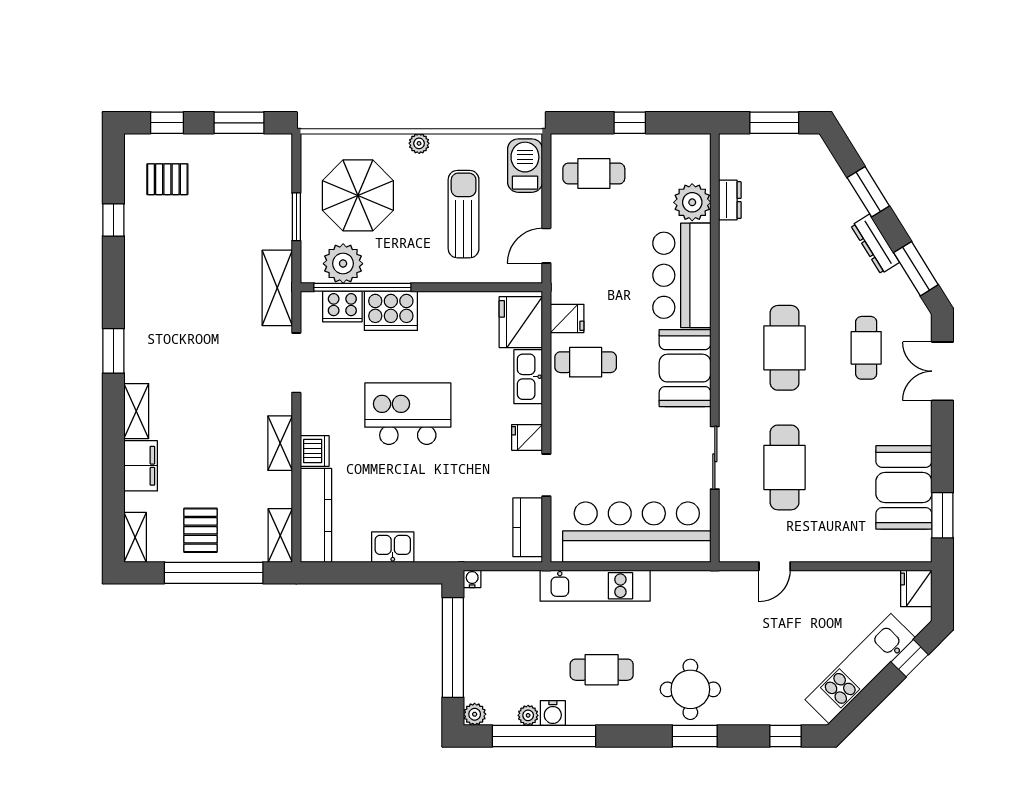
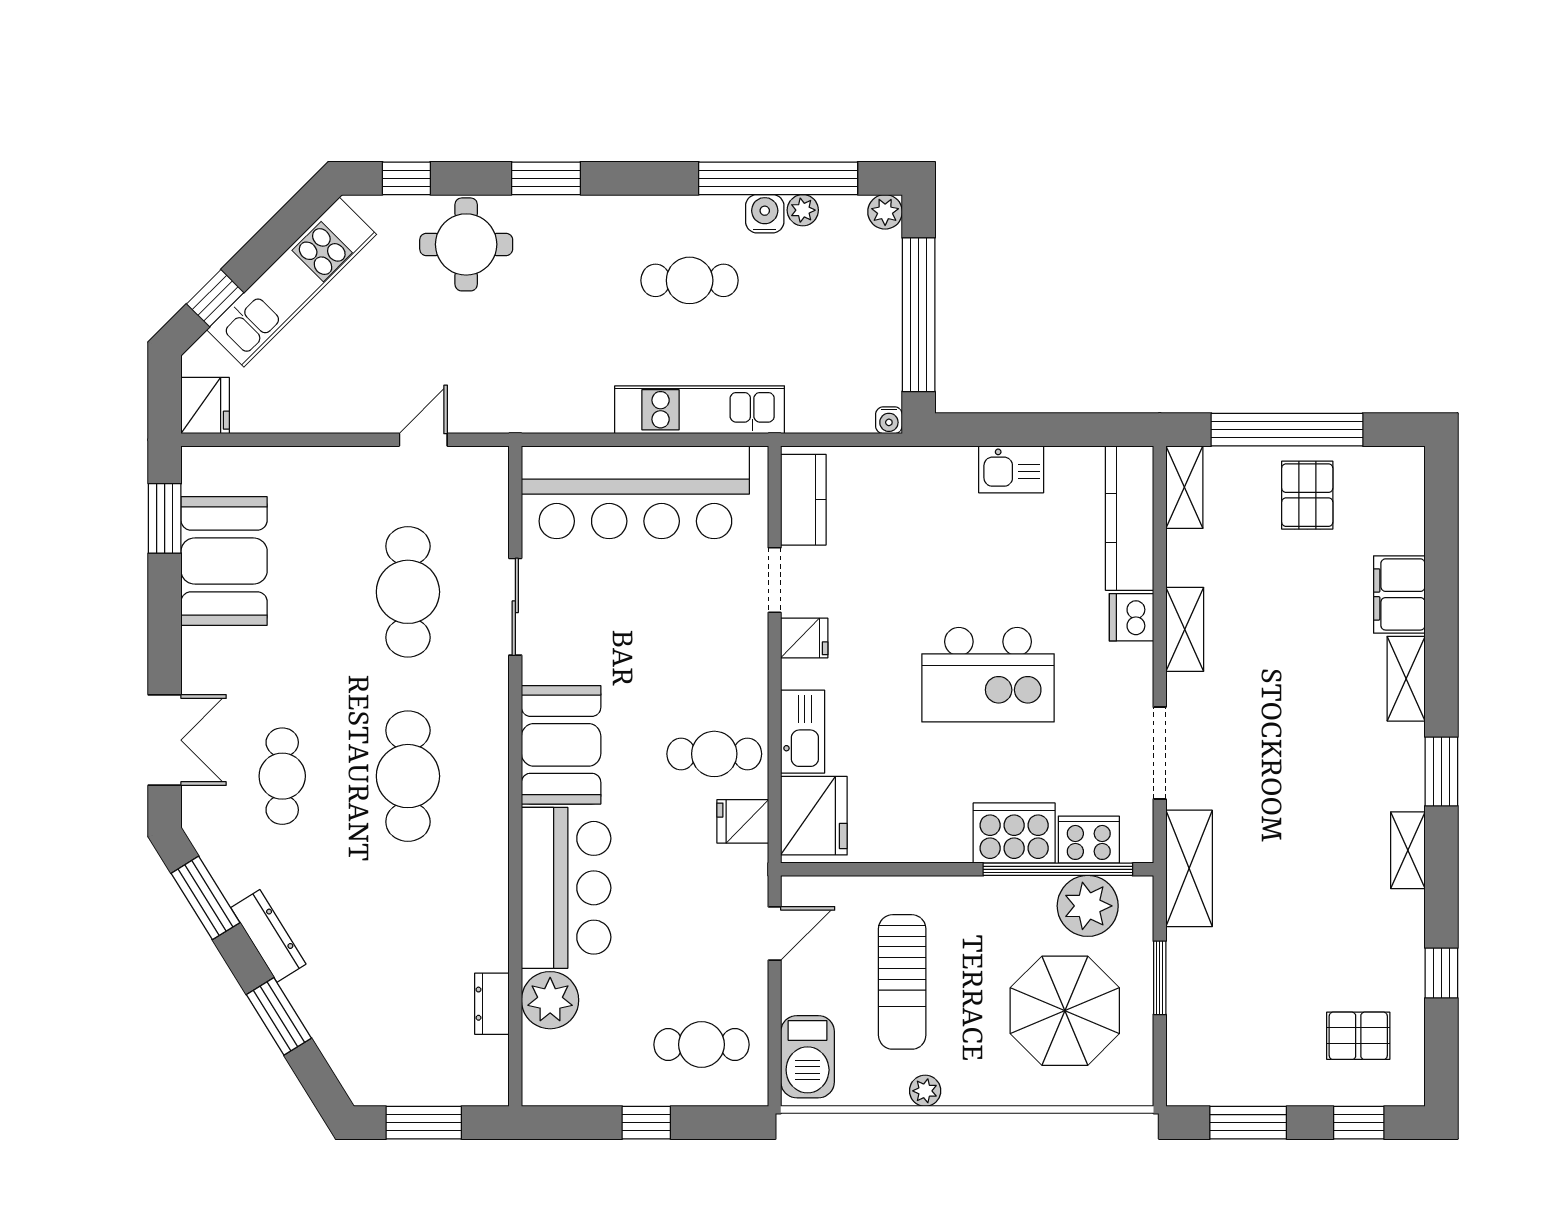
plant: (419, 143) -> (925, 1091), moved
shelving: (135, 537) -> (1408, 850), moved
round table: (690, 689) -> (466, 244), moved

